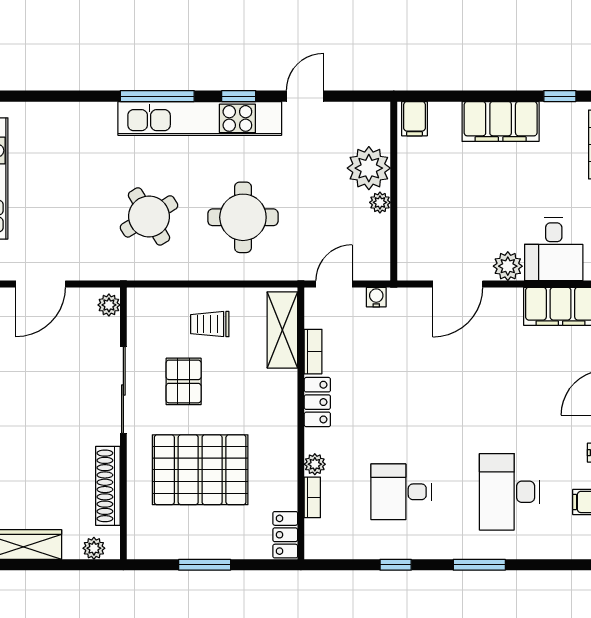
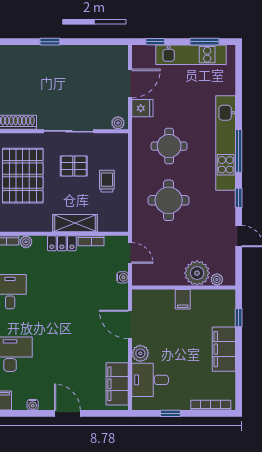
window: (560, 96) -> (239, 318), moved
kitchen unit: (200, 118) -> (226, 143), moved
filing cabinet: (415, 119) -> (183, 299), moved, turned -90
plant: (380, 202) -> (217, 279), moved
round table: (149, 216) -> (169, 146), turned 31
fridge: (83, 263) -> (142, 108), added
door: (41, 284) -> (130, 83), swing flipped
shelving: (282, 330) -> (75, 223), moved

